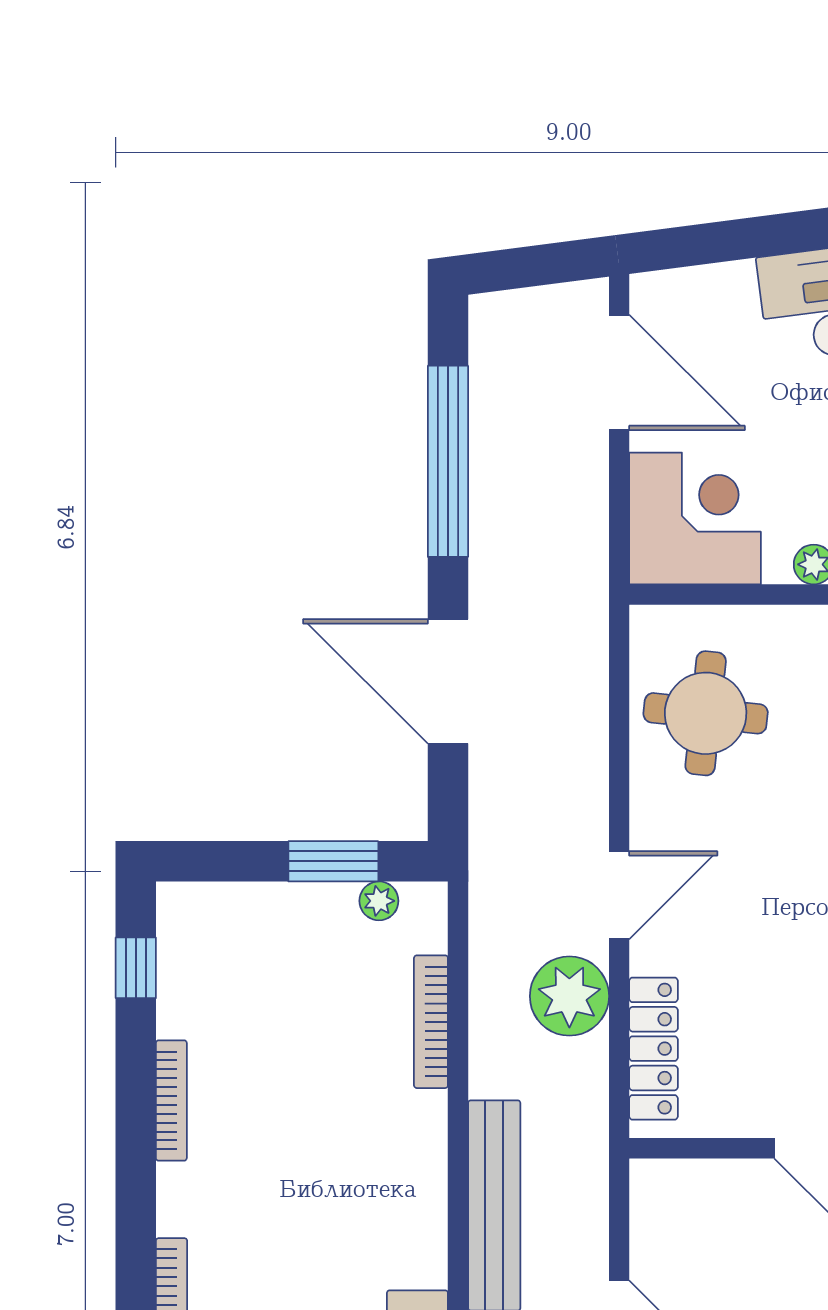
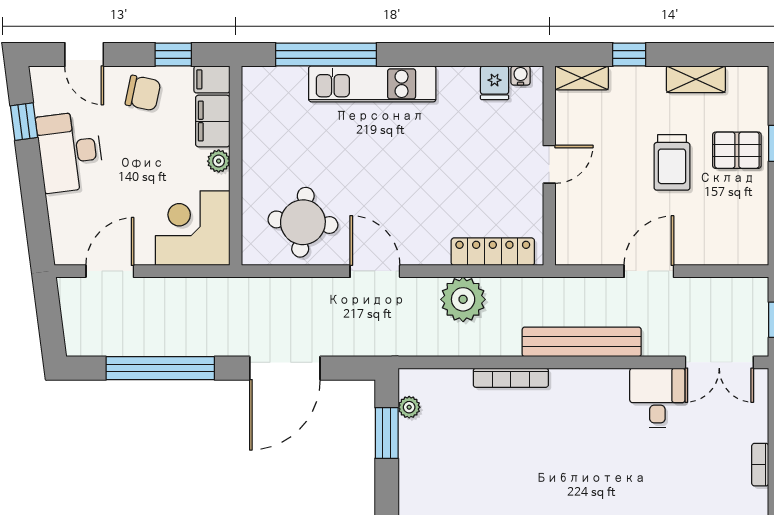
door: (619, 372) -> (110, 271), width x0.73
door: (619, 895) -> (375, 271), moved
bookcase: (431, 1022) -> (511, 378), moved

